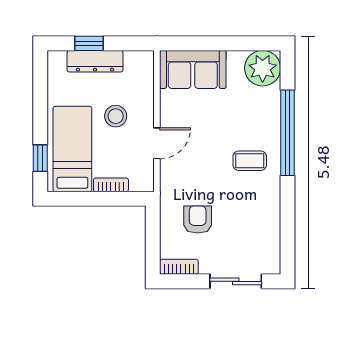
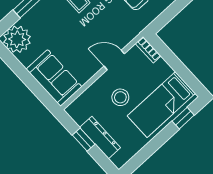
window: (89, 43) -> (84, 140), moved
bookcase: (111, 185) -> (148, 50), moved

